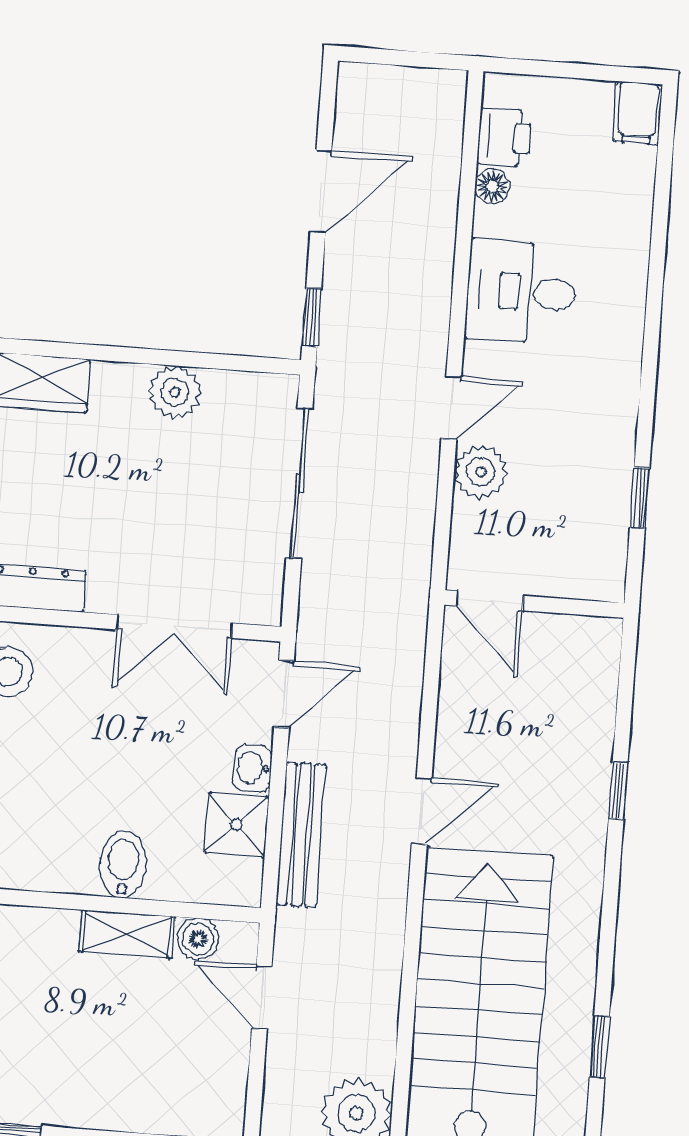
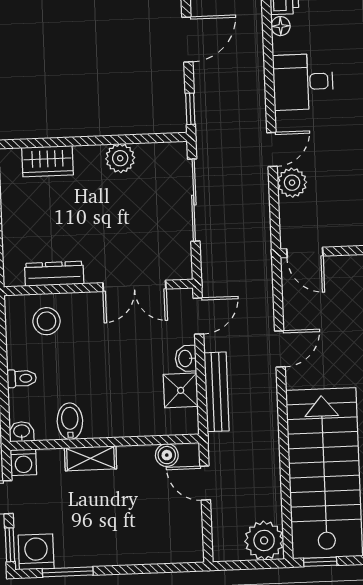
door: (422, 811) -> (280, 349), moved
bidet: (123, 865) -> (70, 421), moved
shelving: (127, 934) -> (91, 458), moved

